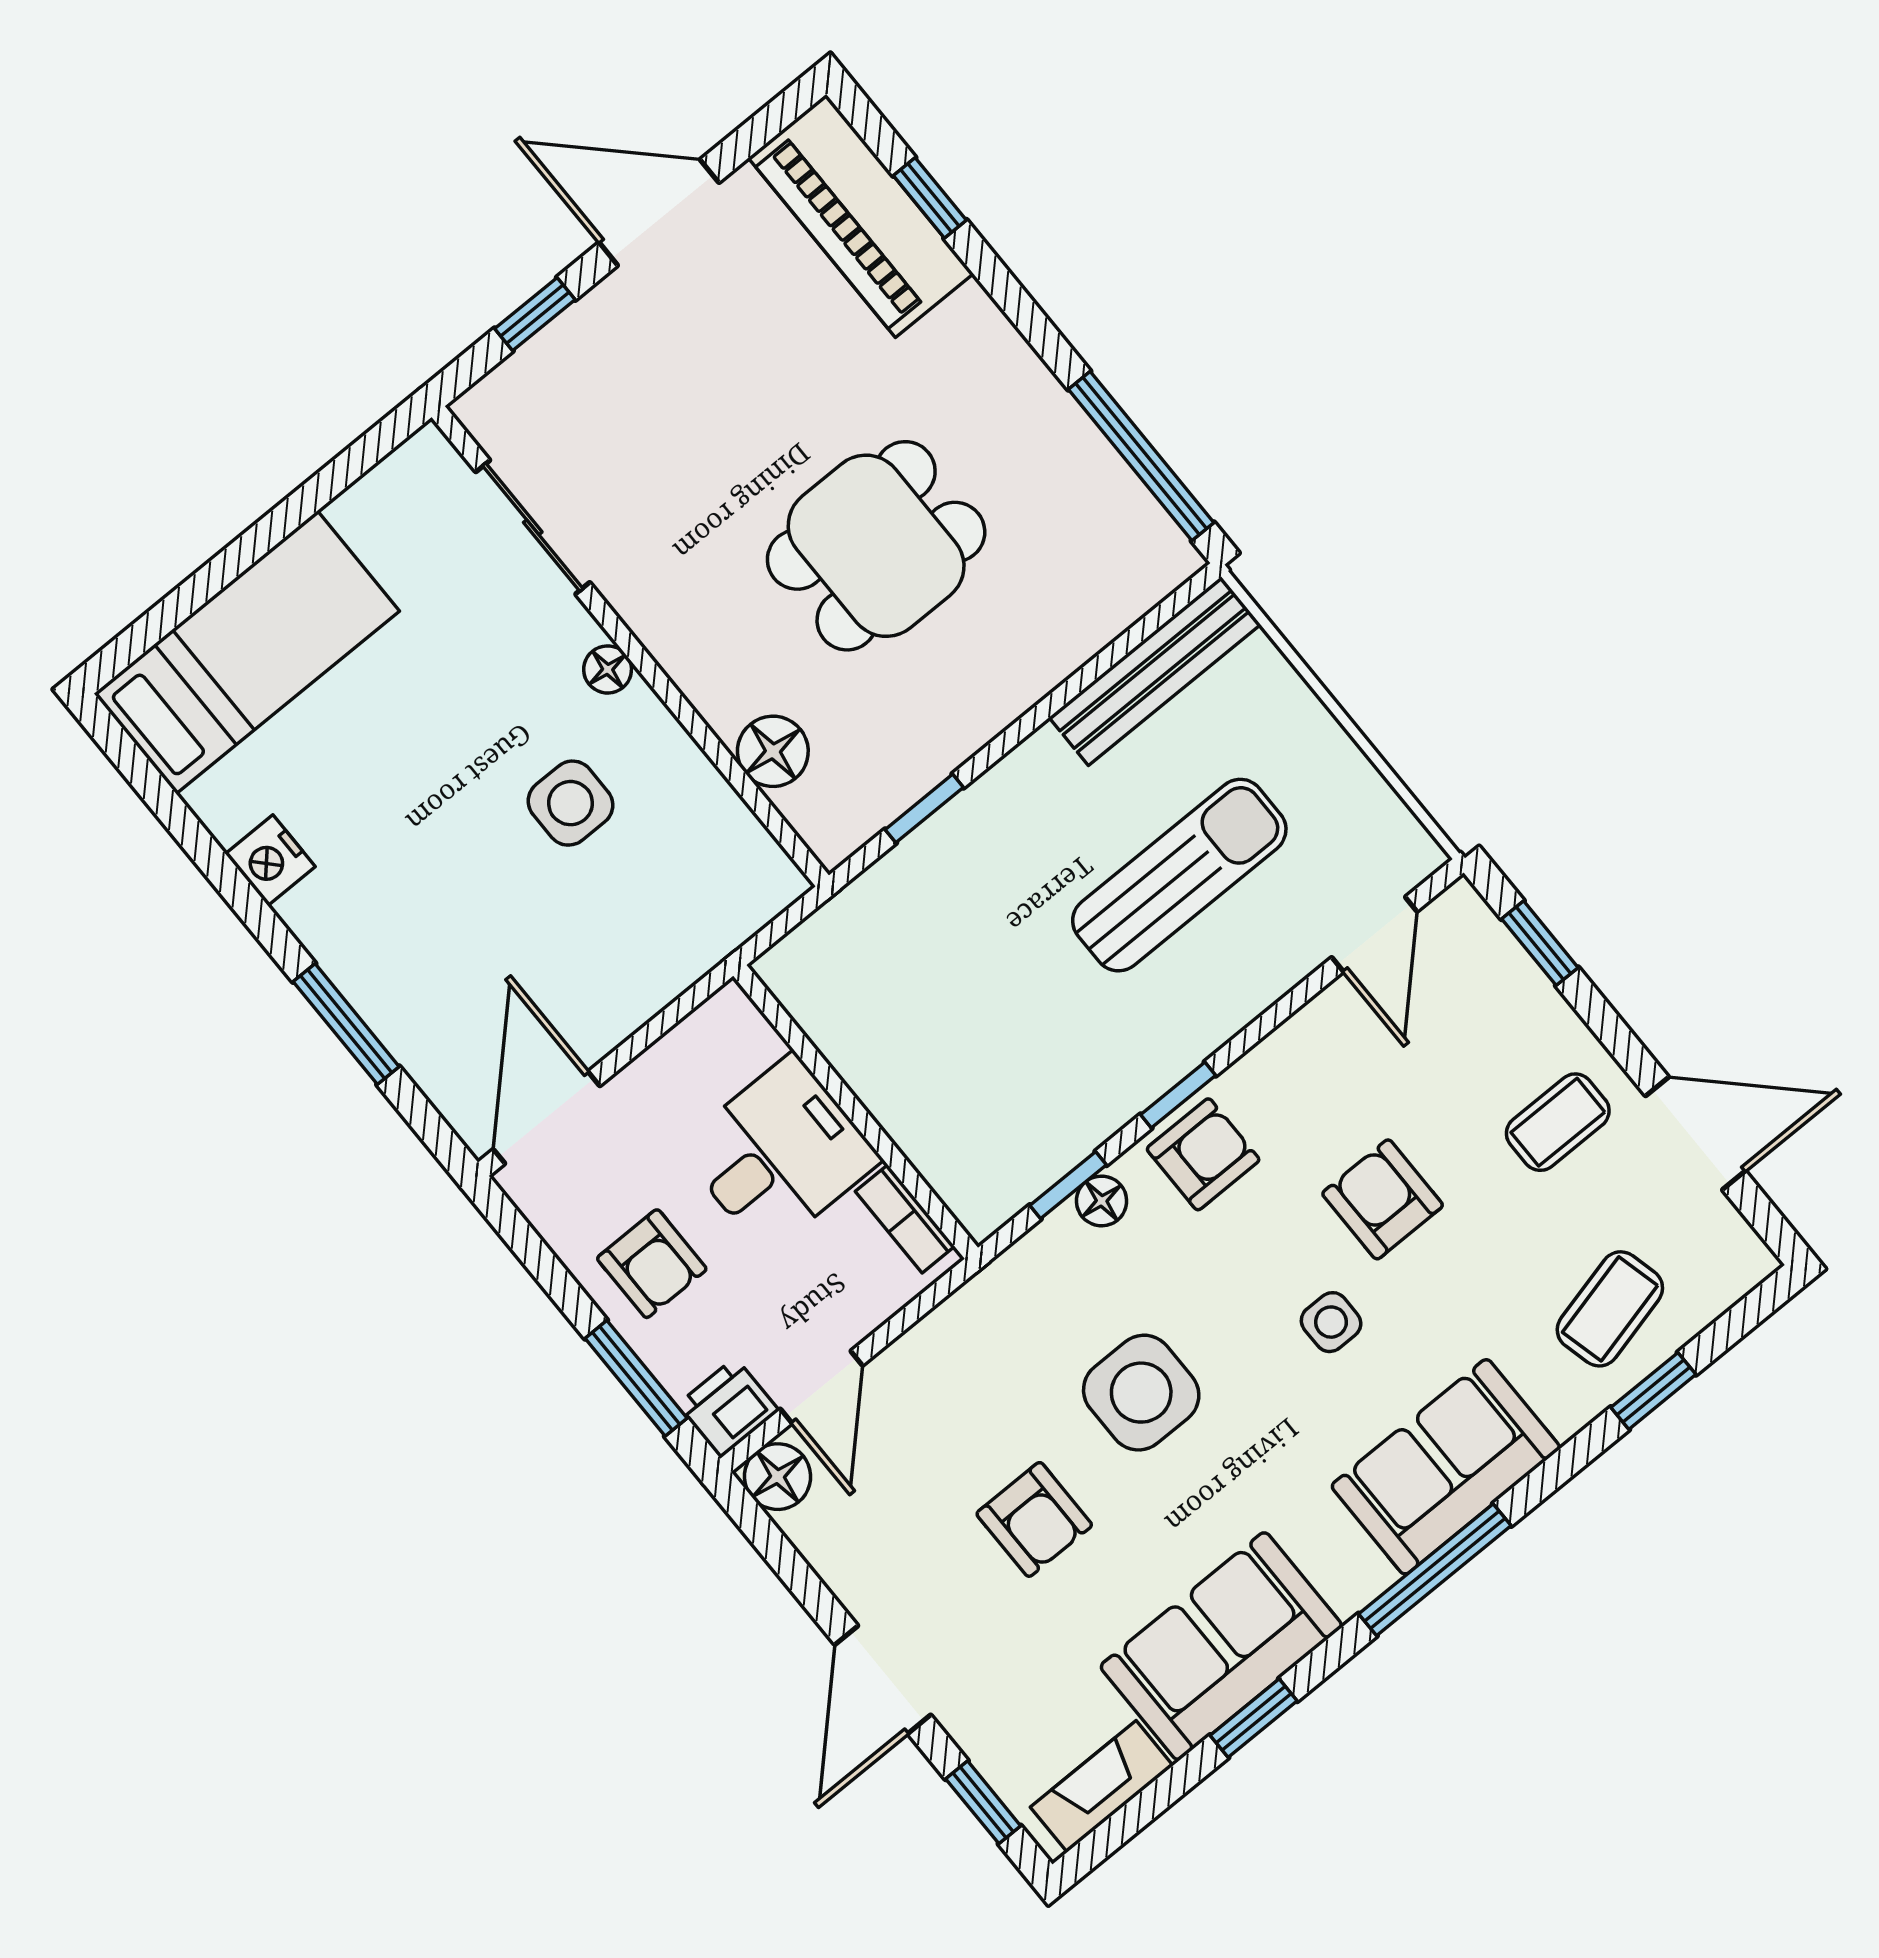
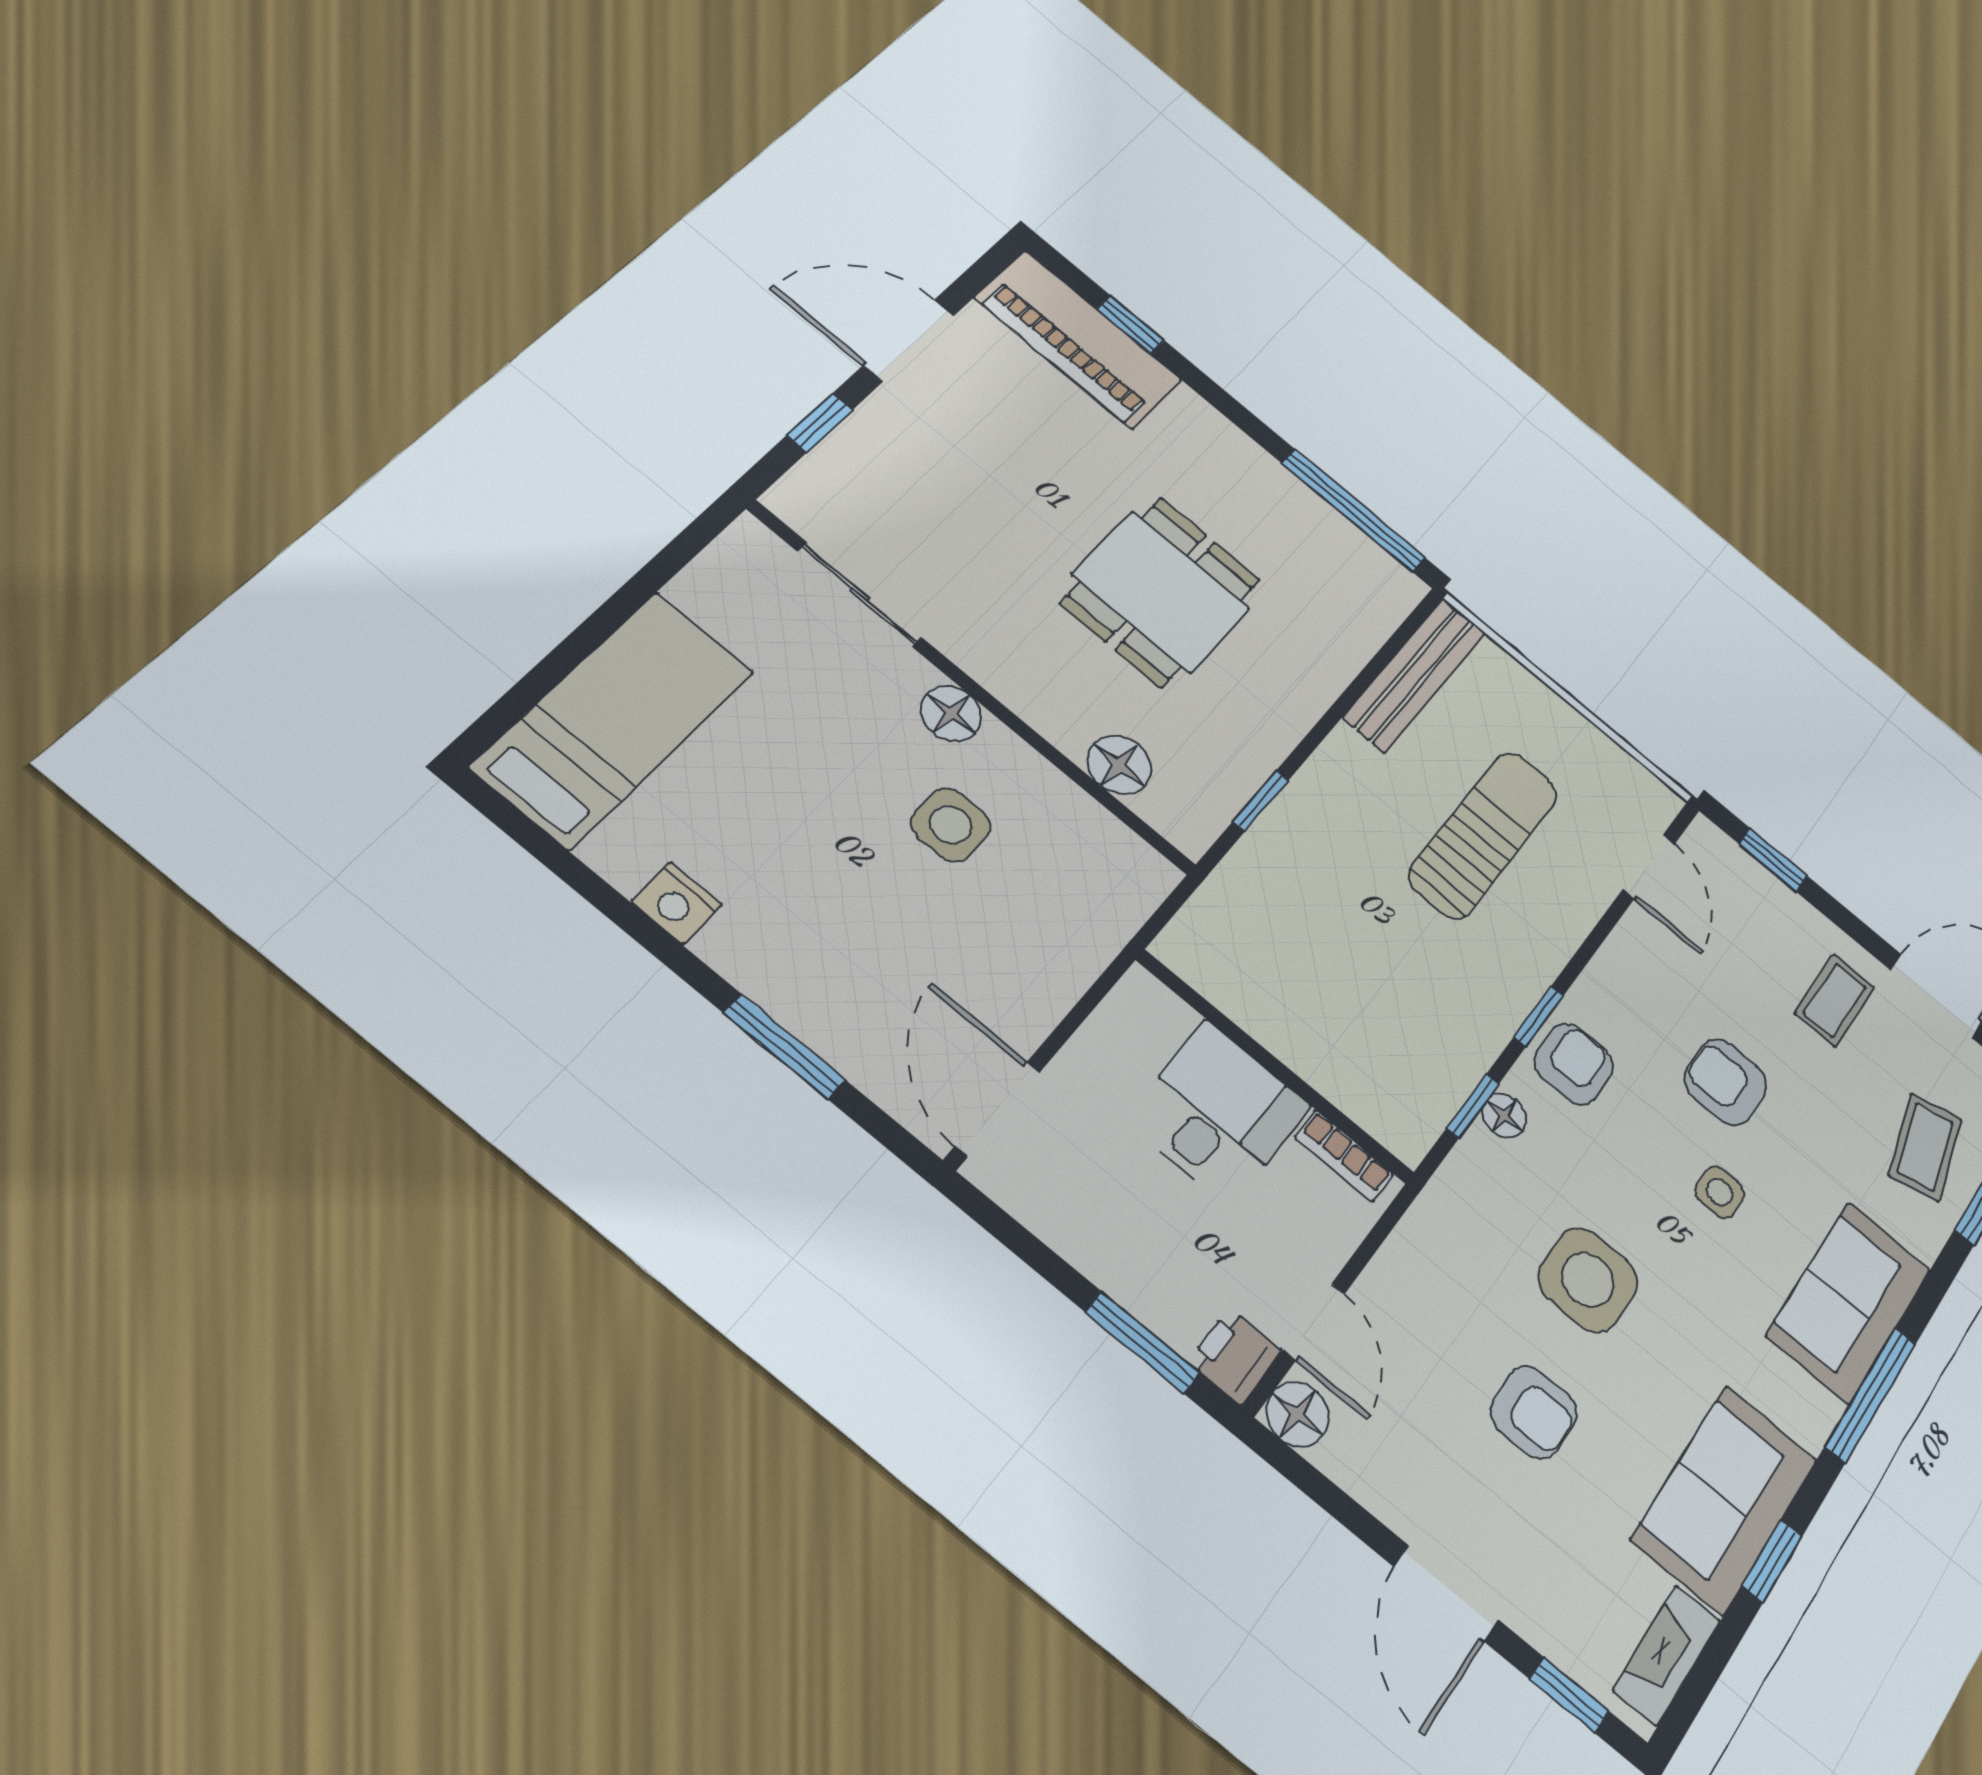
floor lamp: (608, 669) -> (951, 713), width x1.37, depth x1.37
armchair: (652, 1264) -> (1130, 1231), removed

